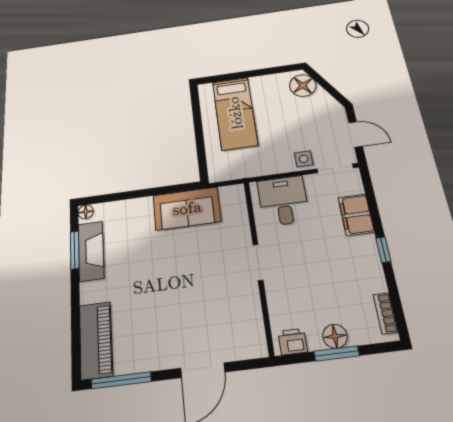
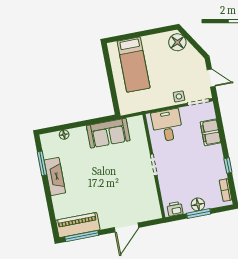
floor lamp: (86, 212) -> (64, 135), moved
window: (383, 250) -> (228, 165), moved
fireplace: (91, 251) -> (55, 176), moved
piano: (96, 340) -> (78, 225), moved, turned -90

